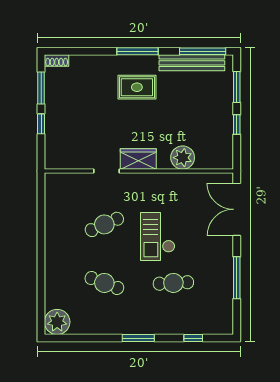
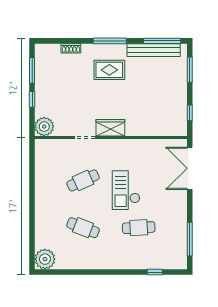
shoe rack: (57, 61) -> (71, 48), moved
window: (237, 125) -> (190, 113), moved
plant: (183, 158) -> (44, 127), moved
window: (237, 278) -> (190, 239), moved
window: (138, 338) -> (110, 272), removed

